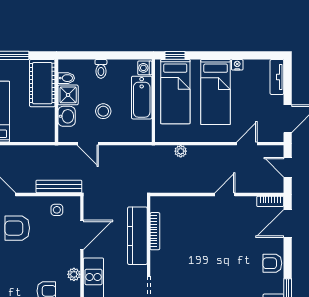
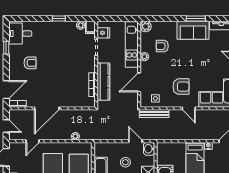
washbasin: (67, 116) -> (149, 149), moved
door: (225, 194) -> (47, 108), width x1.88
armchair: (272, 263) -> (30, 63), moved

